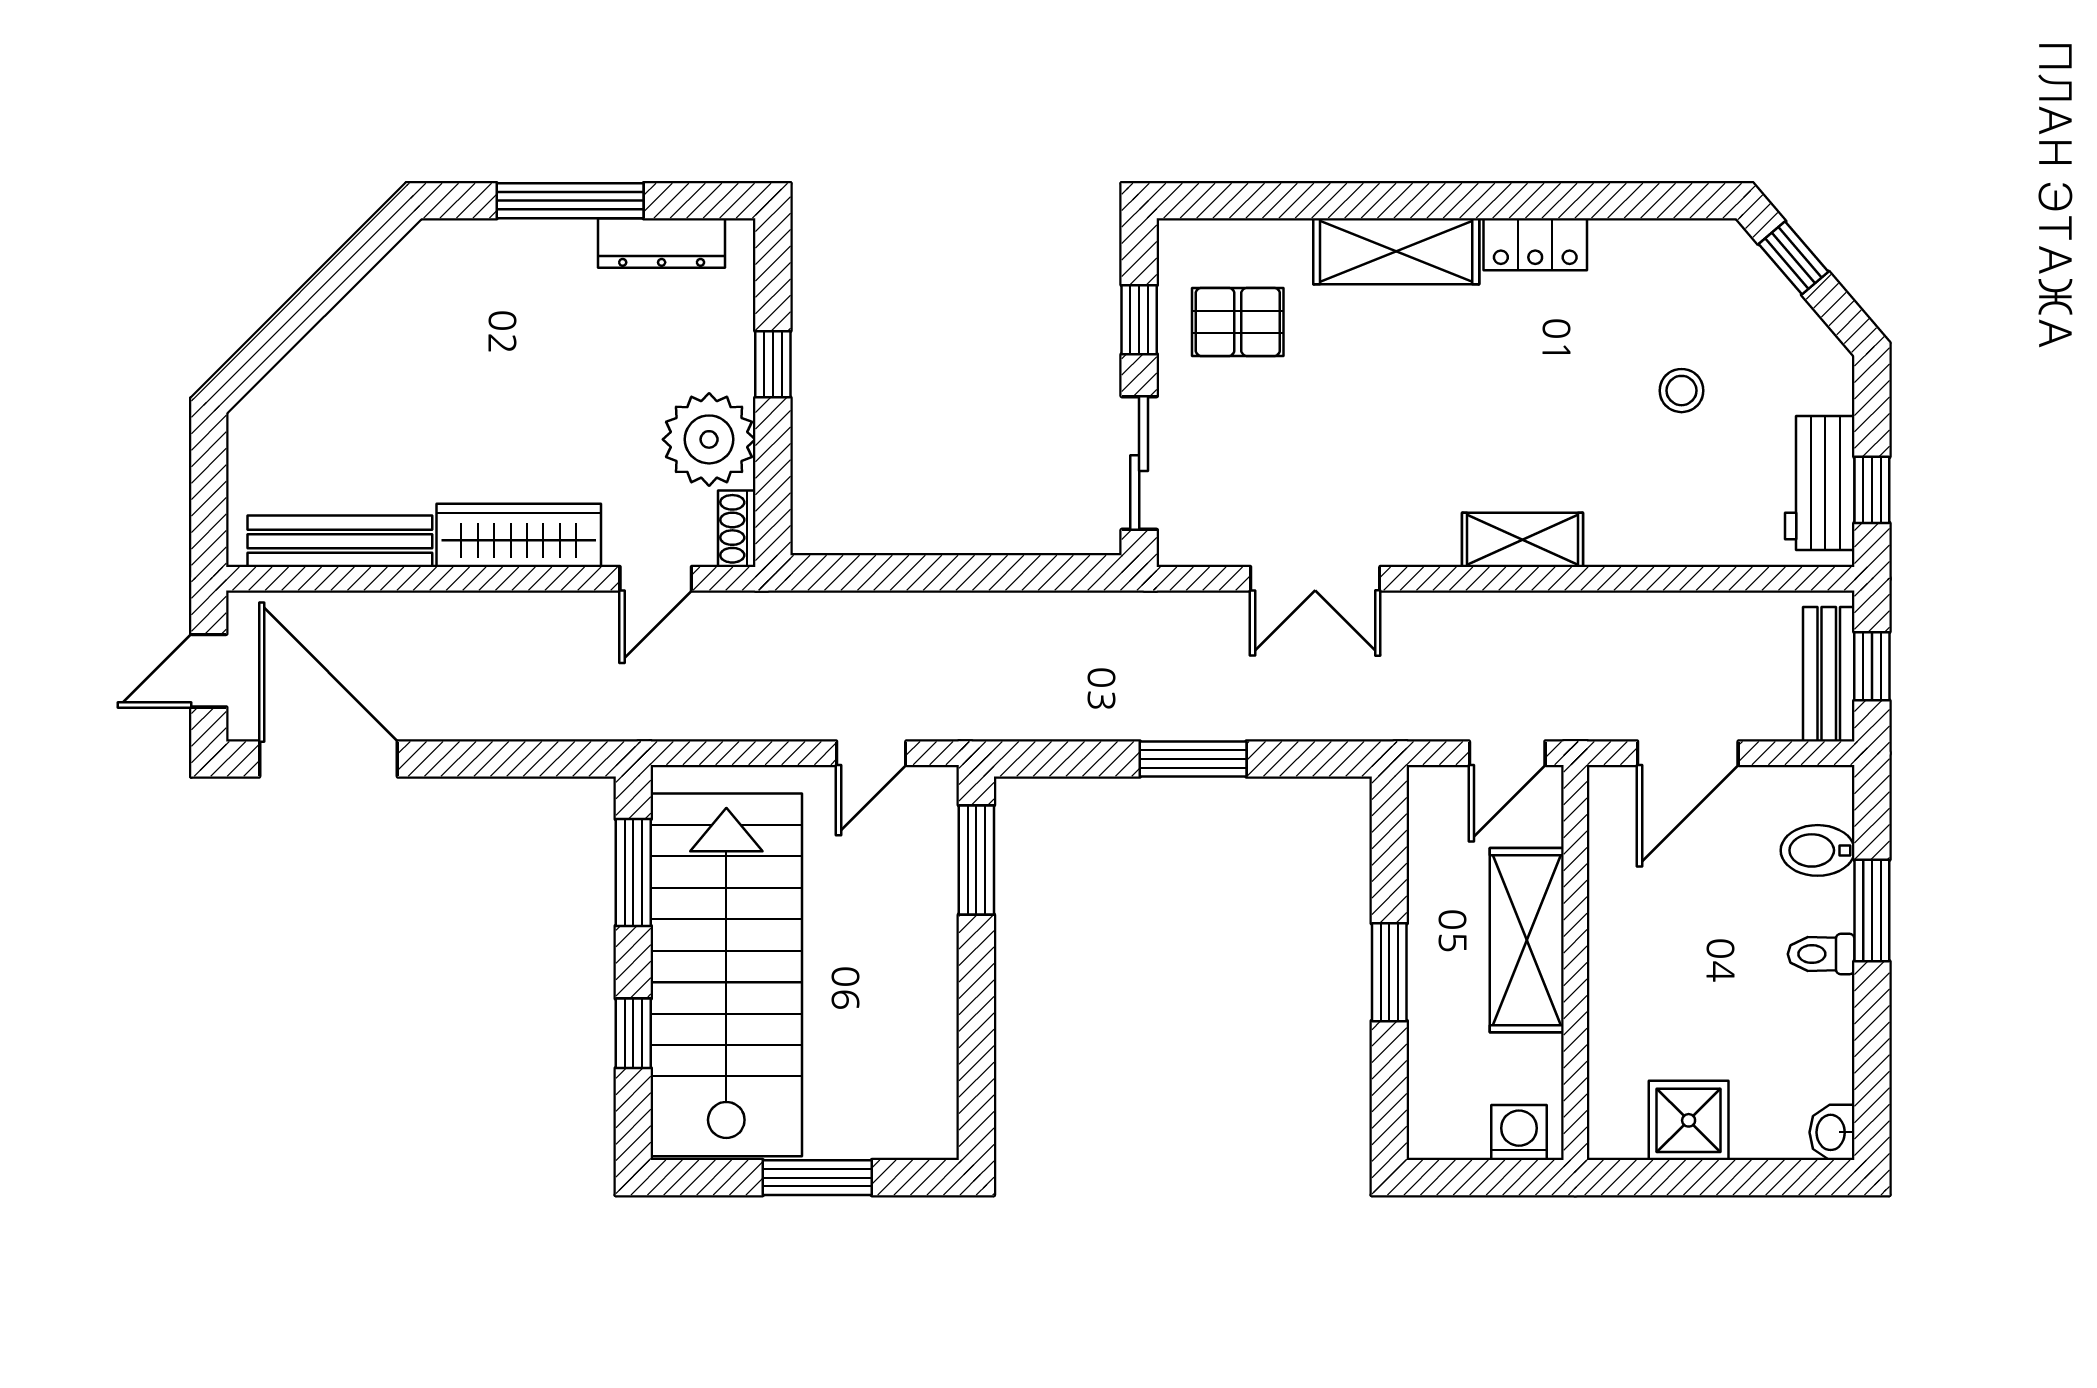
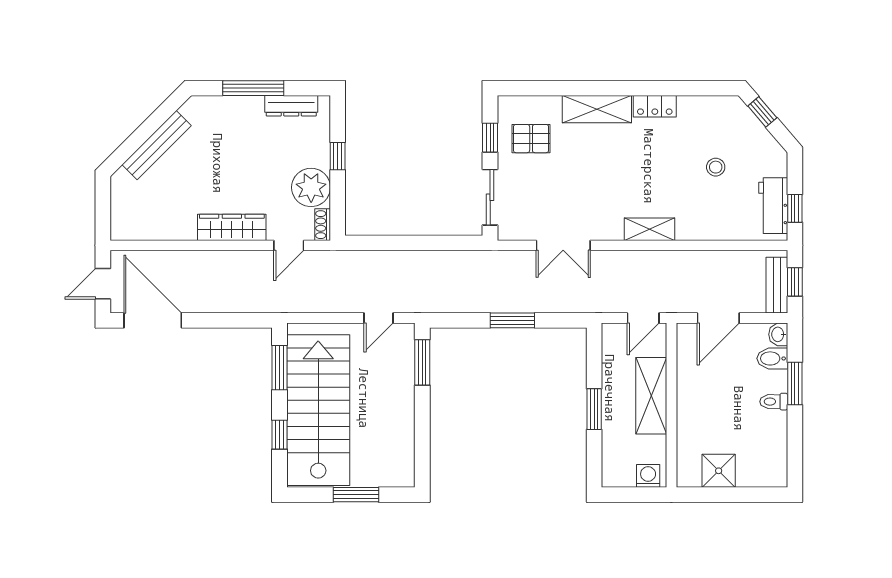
bench: (340, 541) -> (157, 145), moved, turned -45
washbasin: (1832, 1132) -> (778, 334), moved

